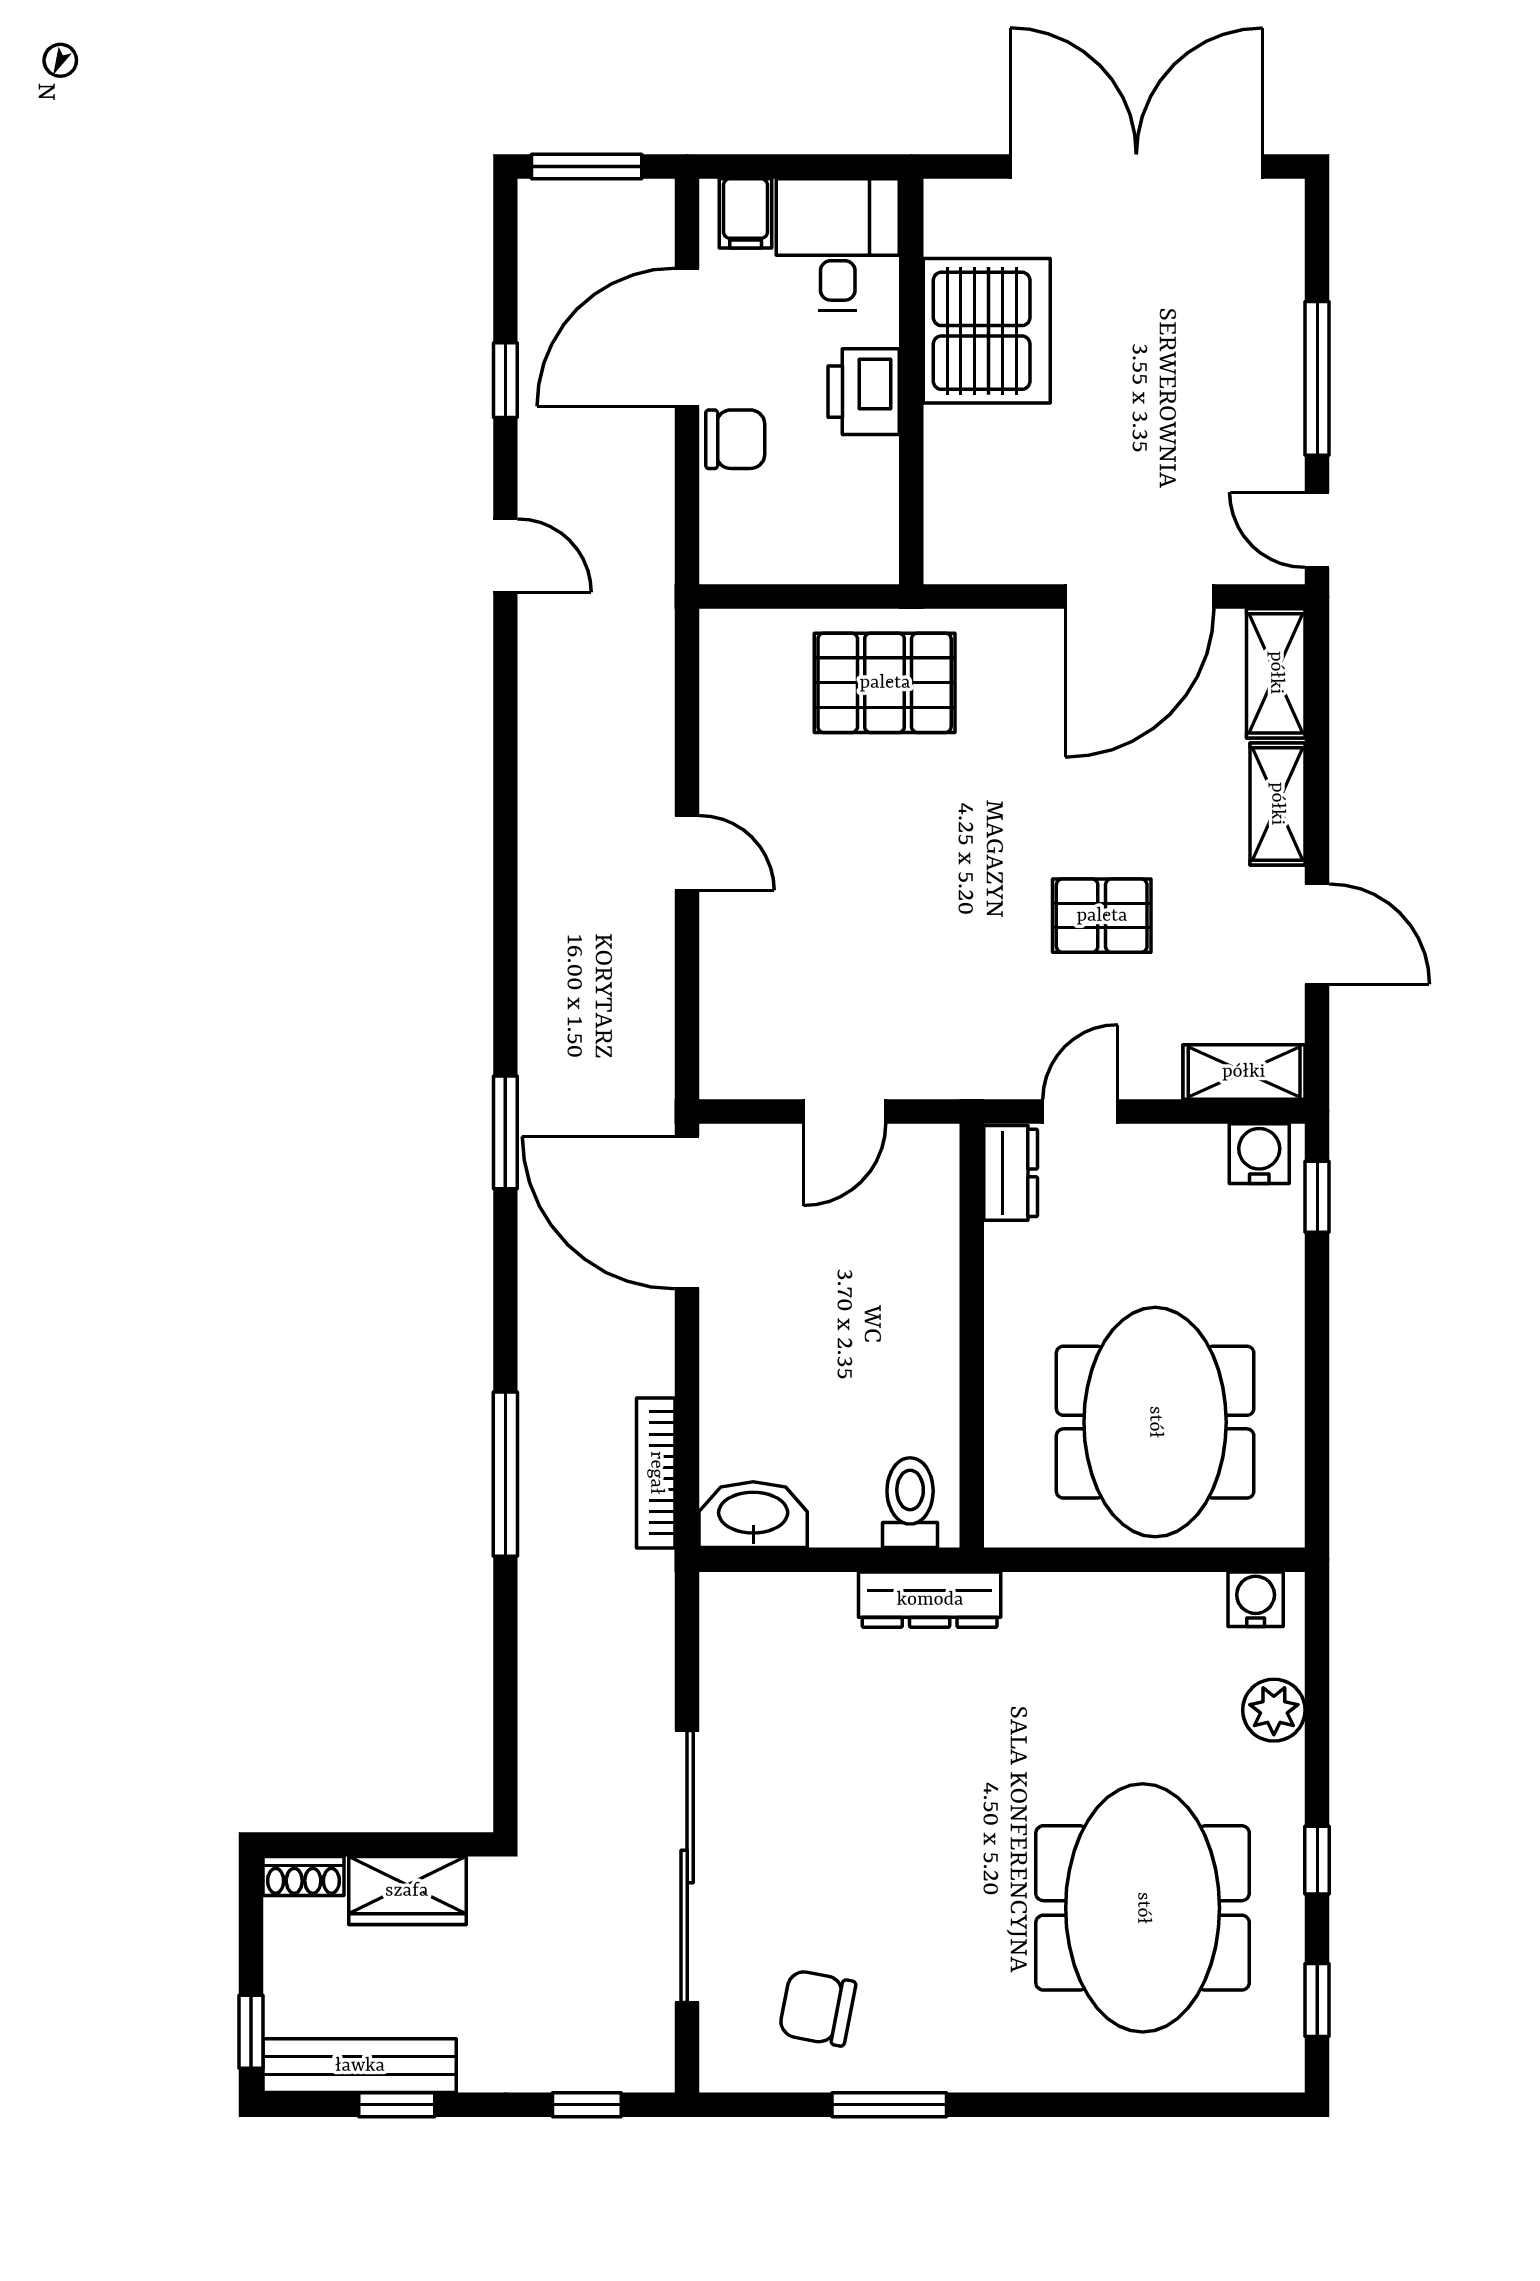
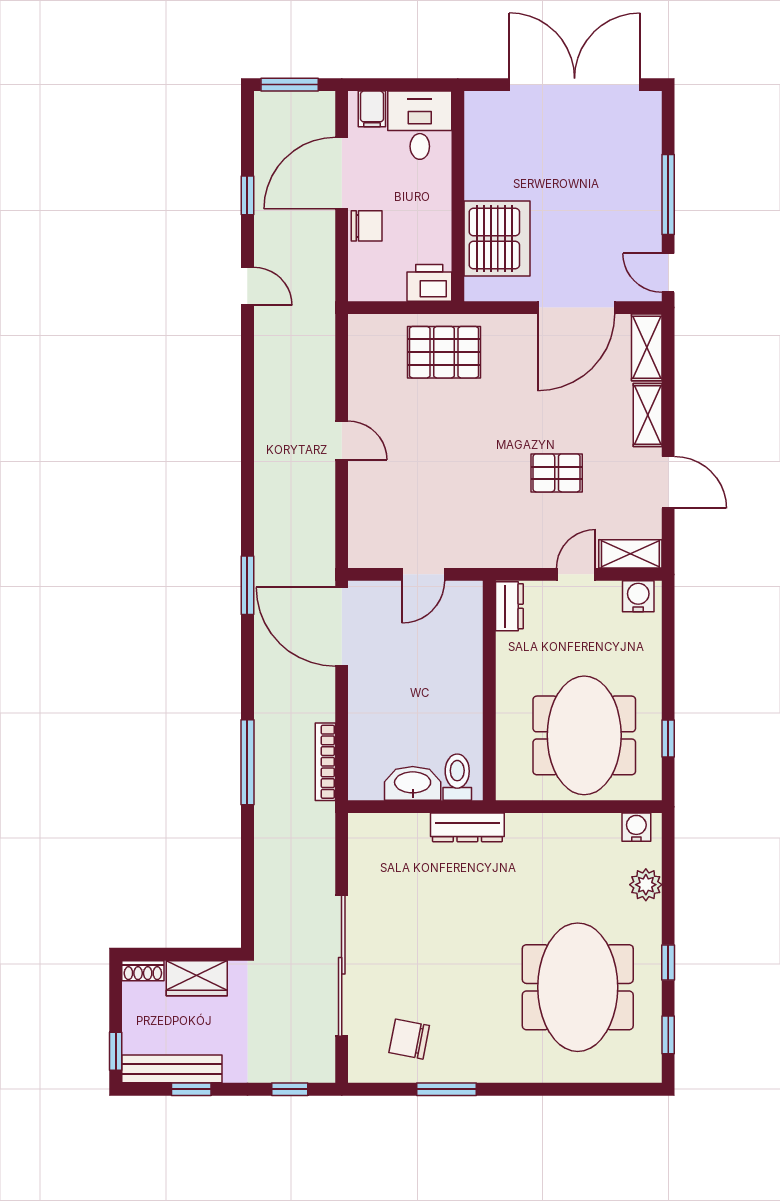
server rack: (987, 331) -> (497, 239), moved
printer: (864, 392) -> (429, 283), moved, turned 90
door: (1080, 1111) -> (576, 574), moved
window: (1317, 1197) -> (668, 738), moved
washbasin: (753, 1515) -> (413, 783), moved

